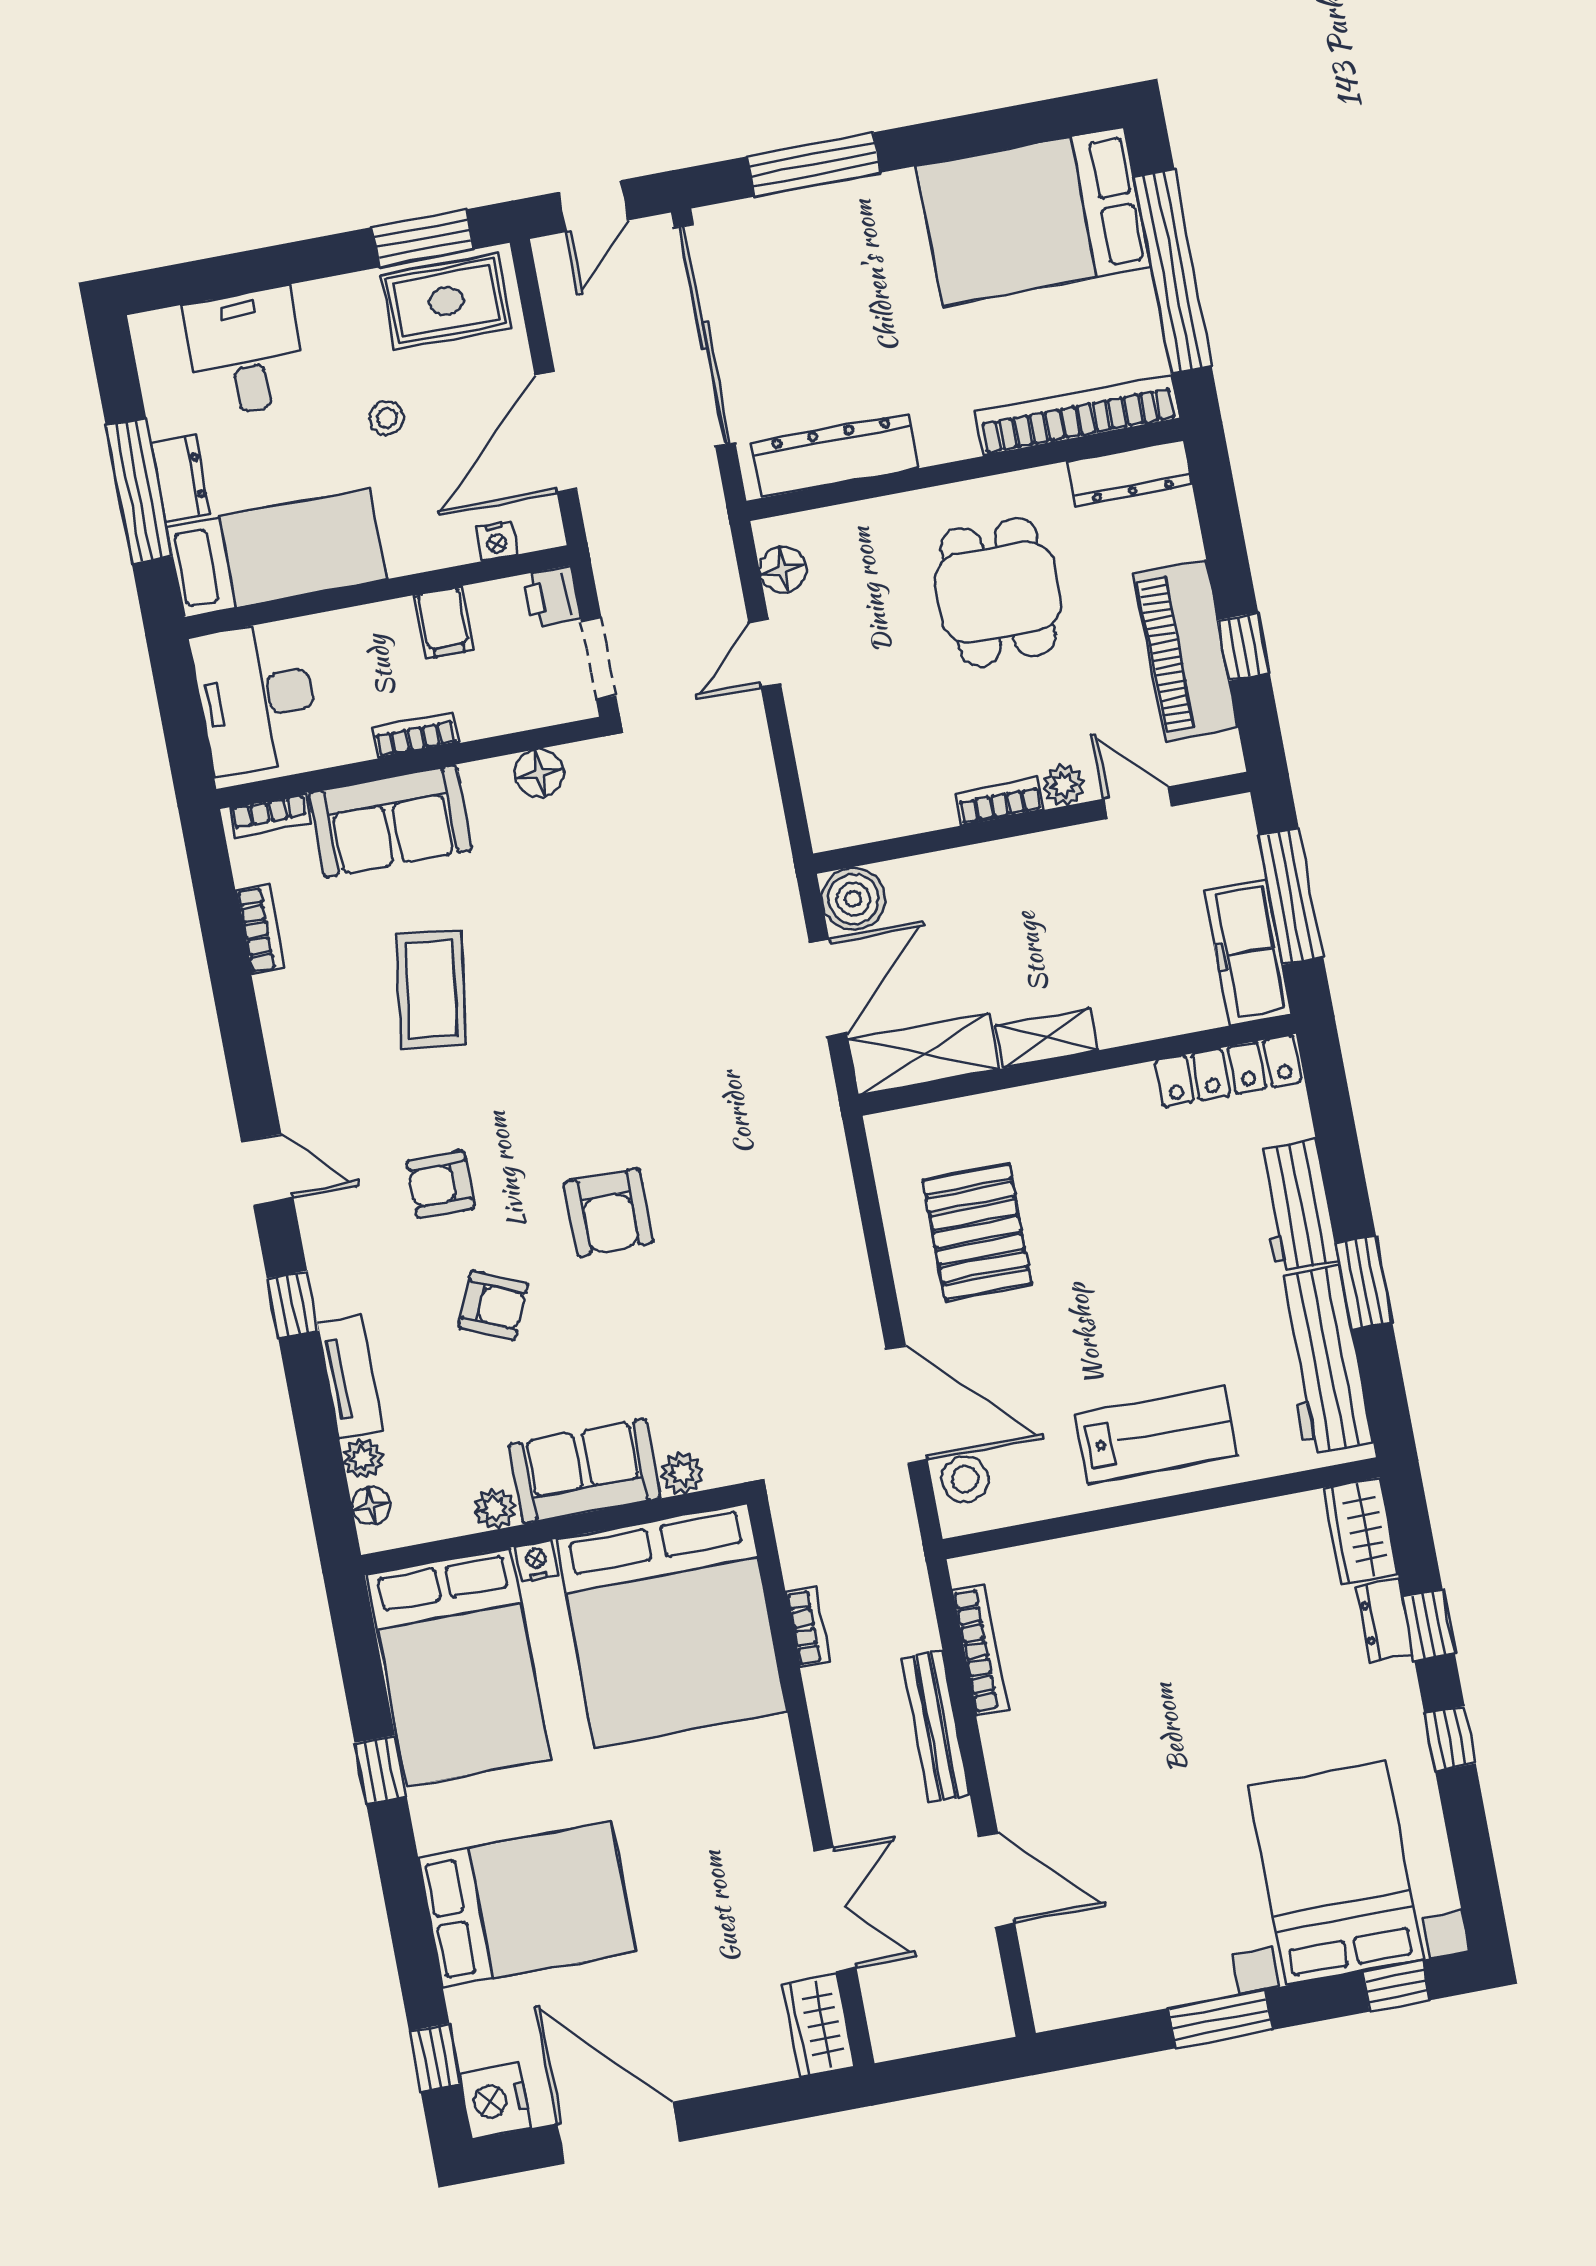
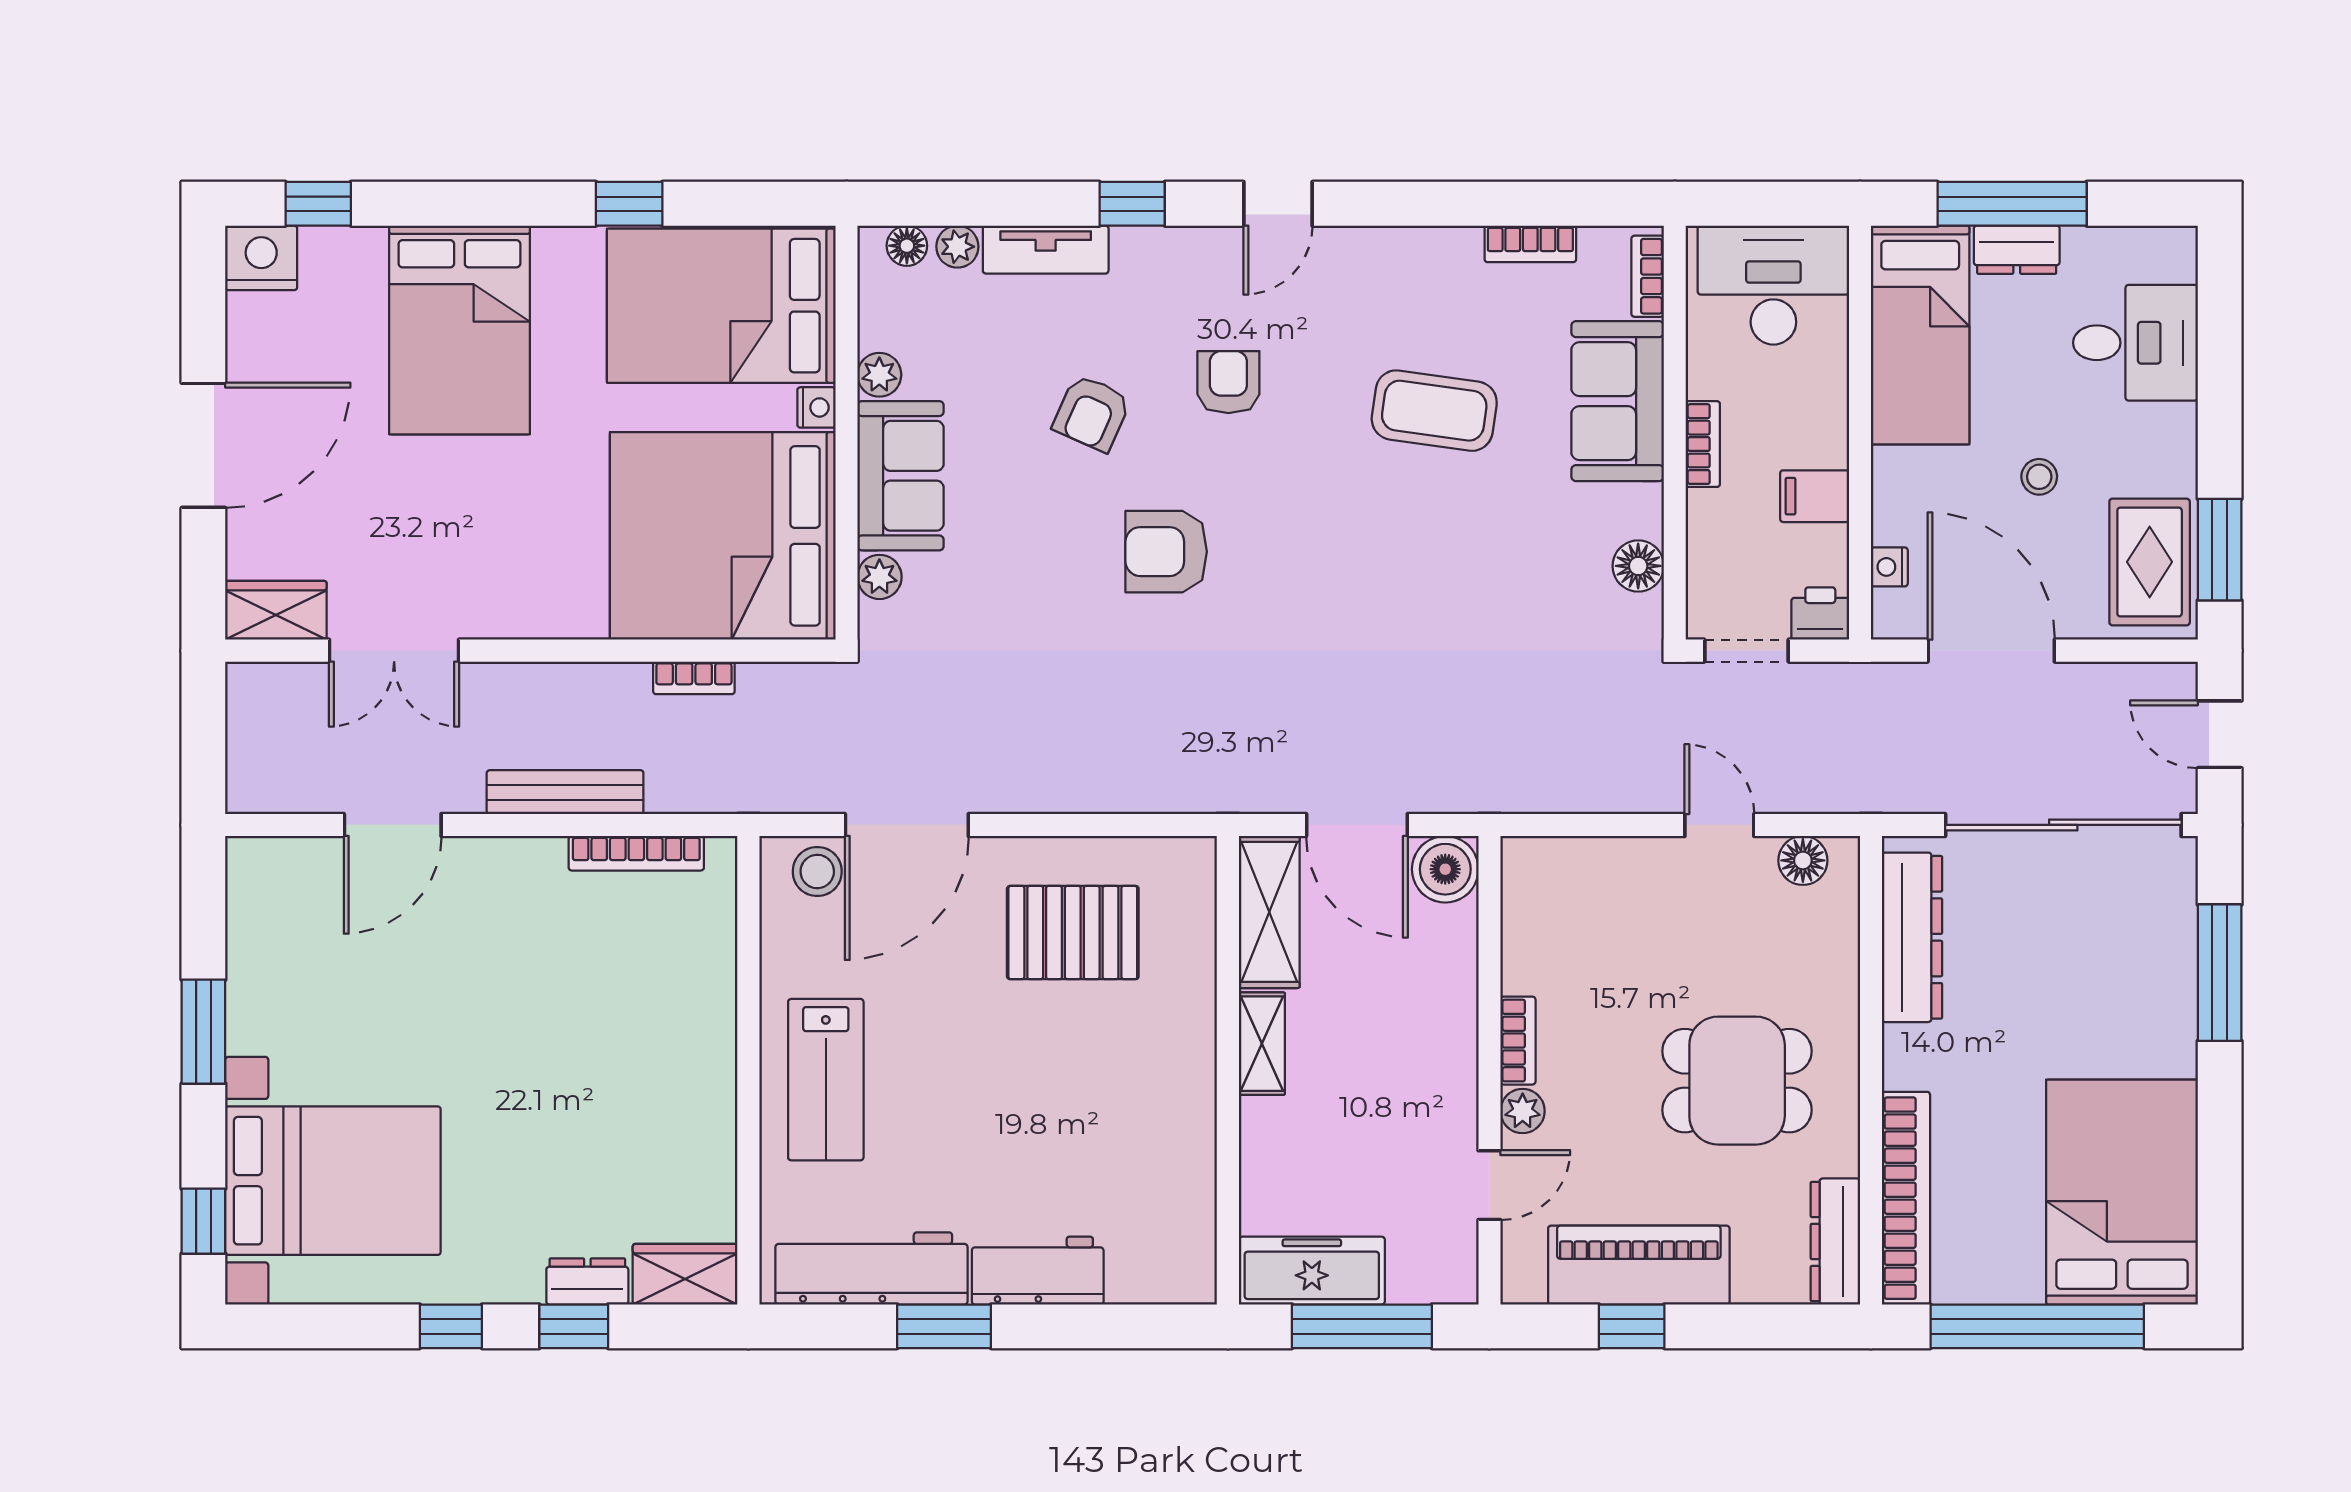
locker: (1229, 1071) -> (1191, 1227), removed
door: (618, 2133) -> (203, 445), moved

